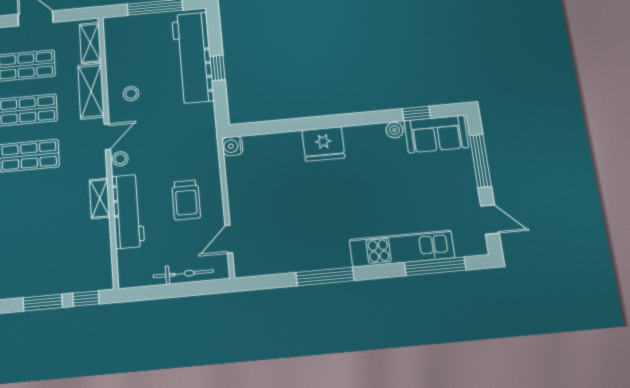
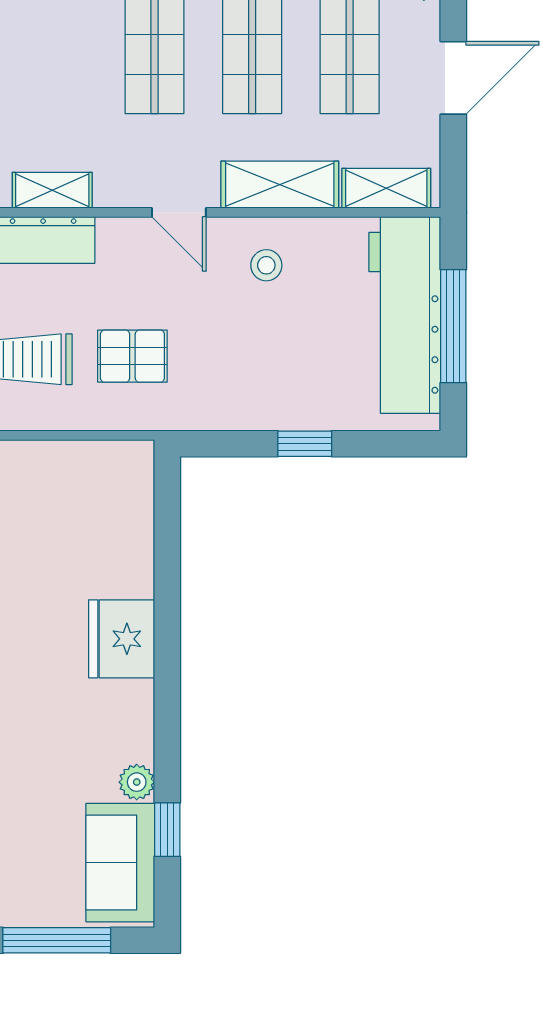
workbench: (193, 58) -> (405, 315), moved, turned -90
water cooler: (232, 146) -> (135, 459), removed
pallet: (181, 152) -> (132, 356), added
stool: (120, 159) -> (130, 235), removed

